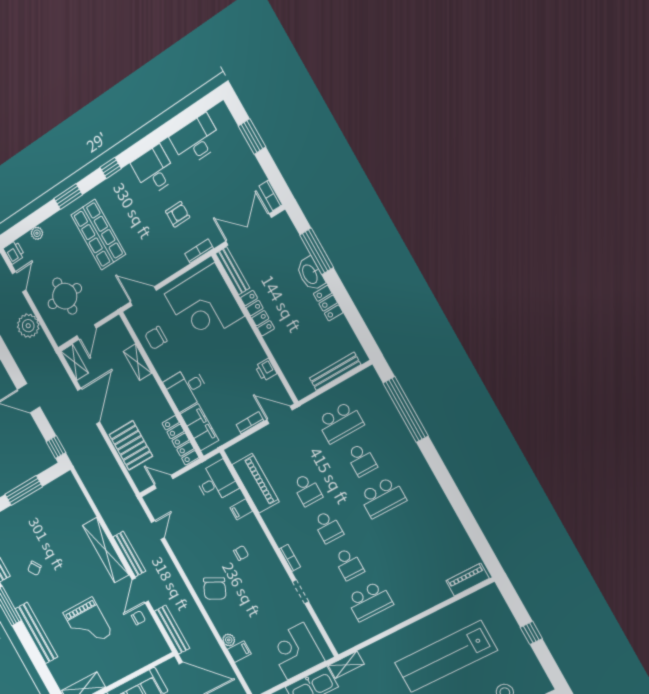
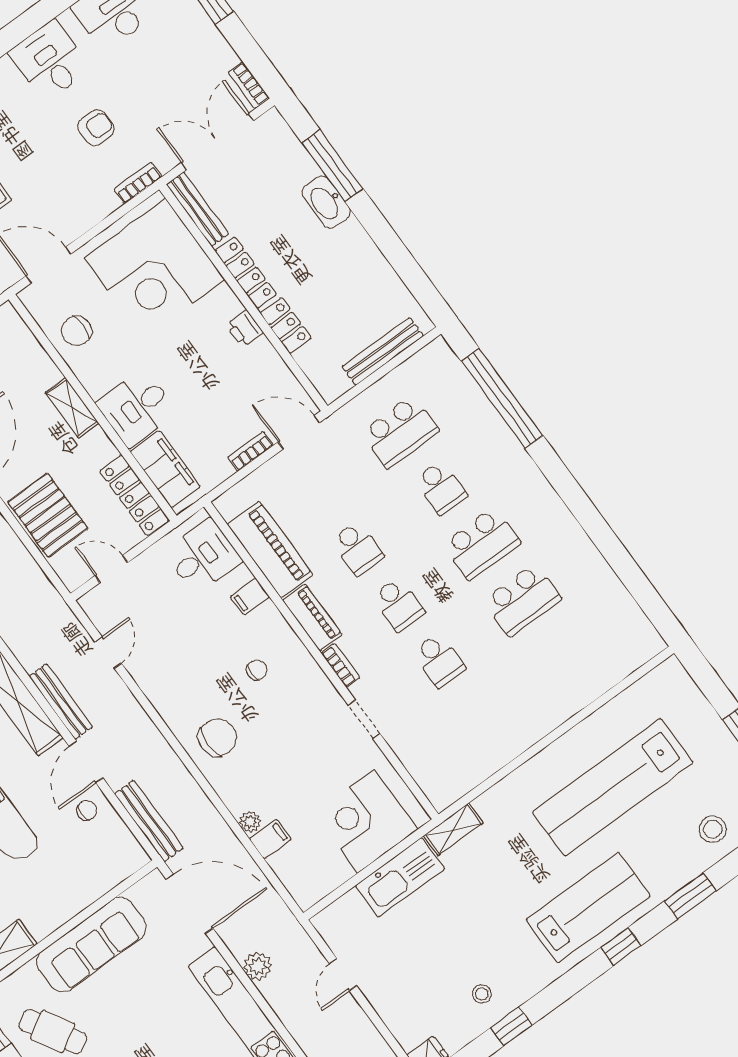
locker: (328, 303) -> (286, 326), moved, turned 180
shelving: (138, 362) -> (72, 408), moved
printer: (266, 370) -> (245, 329), moved
piano: (467, 580) -> (312, 617), moved, turned 90
chair: (215, 589) -> (217, 738), turned -116
school desk: (370, 601) -> (522, 600), moved

